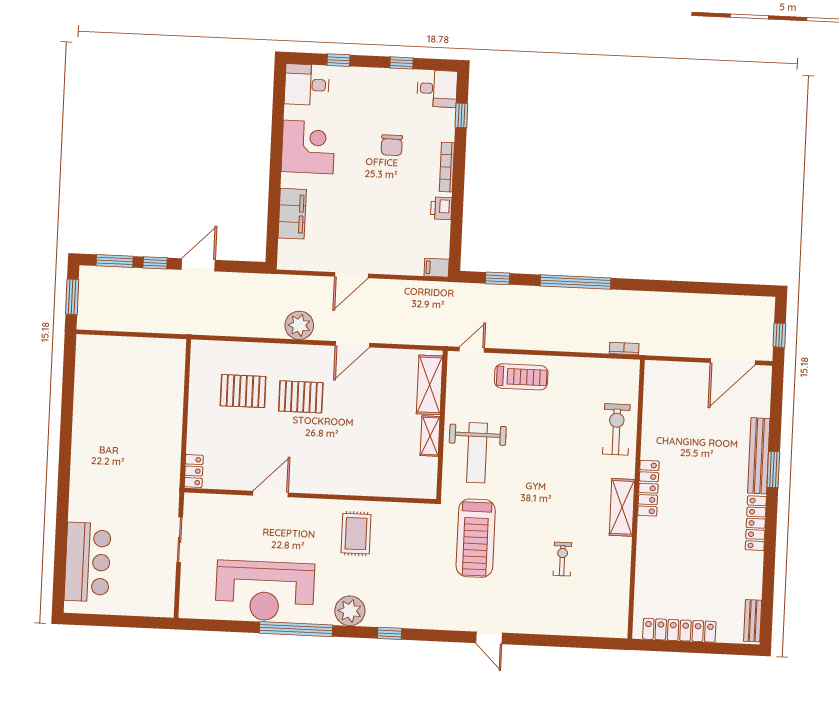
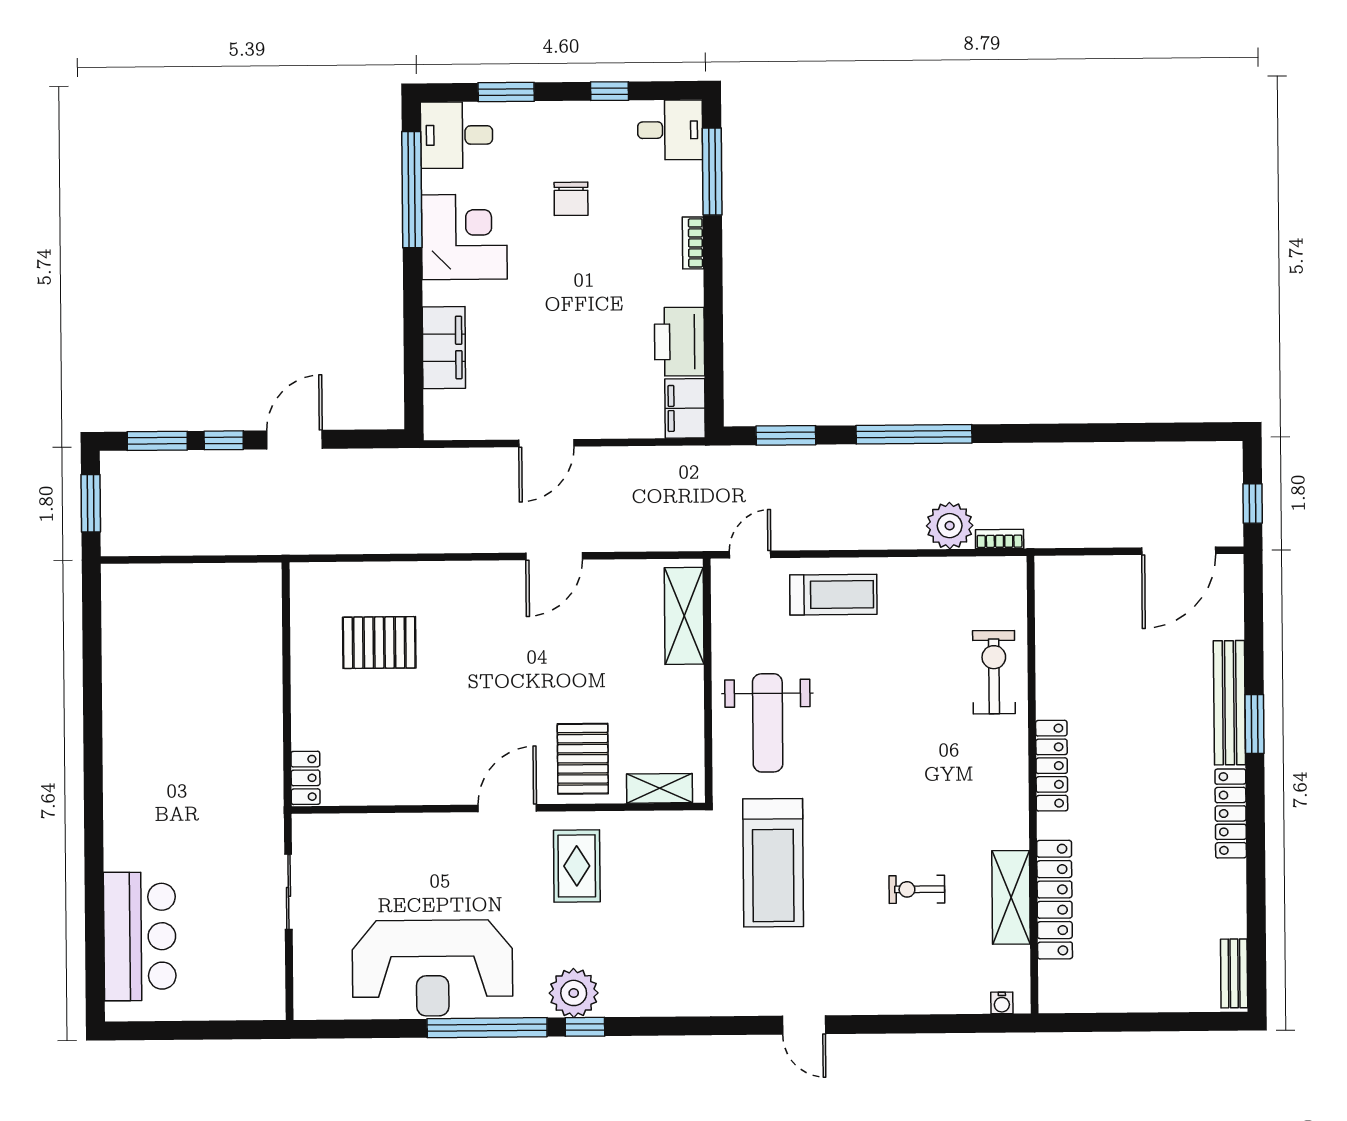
window: (338, 60) -> (506, 92), width x1.50
window: (461, 115) -> (712, 172), width x2.17
window: (278, 116) -> (412, 190), added
chair: (392, 145) -> (571, 199), moved
bookcase: (447, 167) -> (693, 243), width x0.64
printer: (441, 208) -> (680, 342), width x1.87, depth x1.48
filing cabinet: (437, 268) -> (685, 408), width x2.00
window: (497, 278) -> (786, 435), width x1.50
plant: (299, 325) -> (950, 526), moved
pallet: (301, 397) -> (583, 759), moved, turned 90
shelving: (430, 436) -> (659, 788), moved, turned 90
door: (271, 494) -> (507, 808), moved
shelving: (622, 507) -> (1011, 897), moved
exercise bike: (562, 559) -> (917, 889), turned -90
locker: (679, 630) -> (1055, 900), moved, turned 90
water cooler: (610, 631) -> (1002, 1003), added
window: (390, 633) -> (585, 1027), moved

